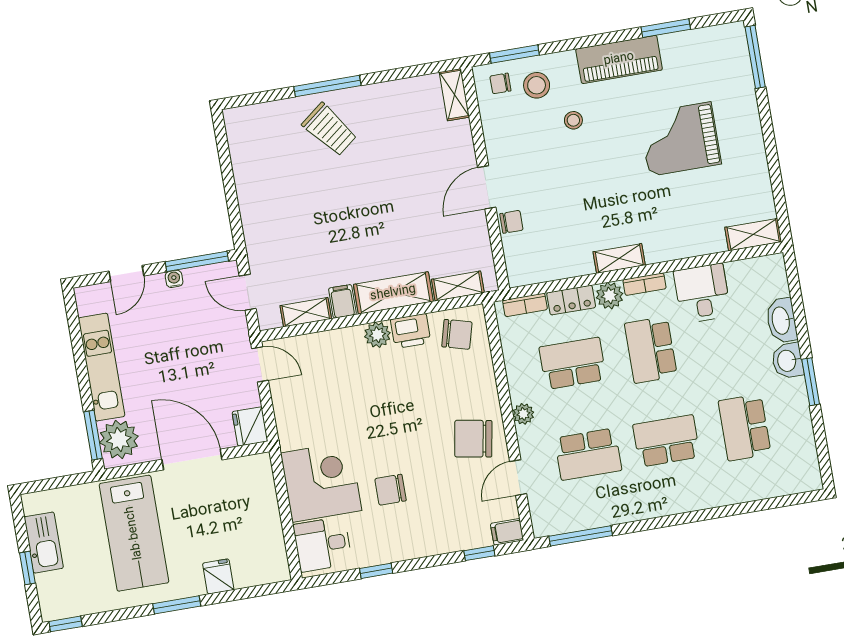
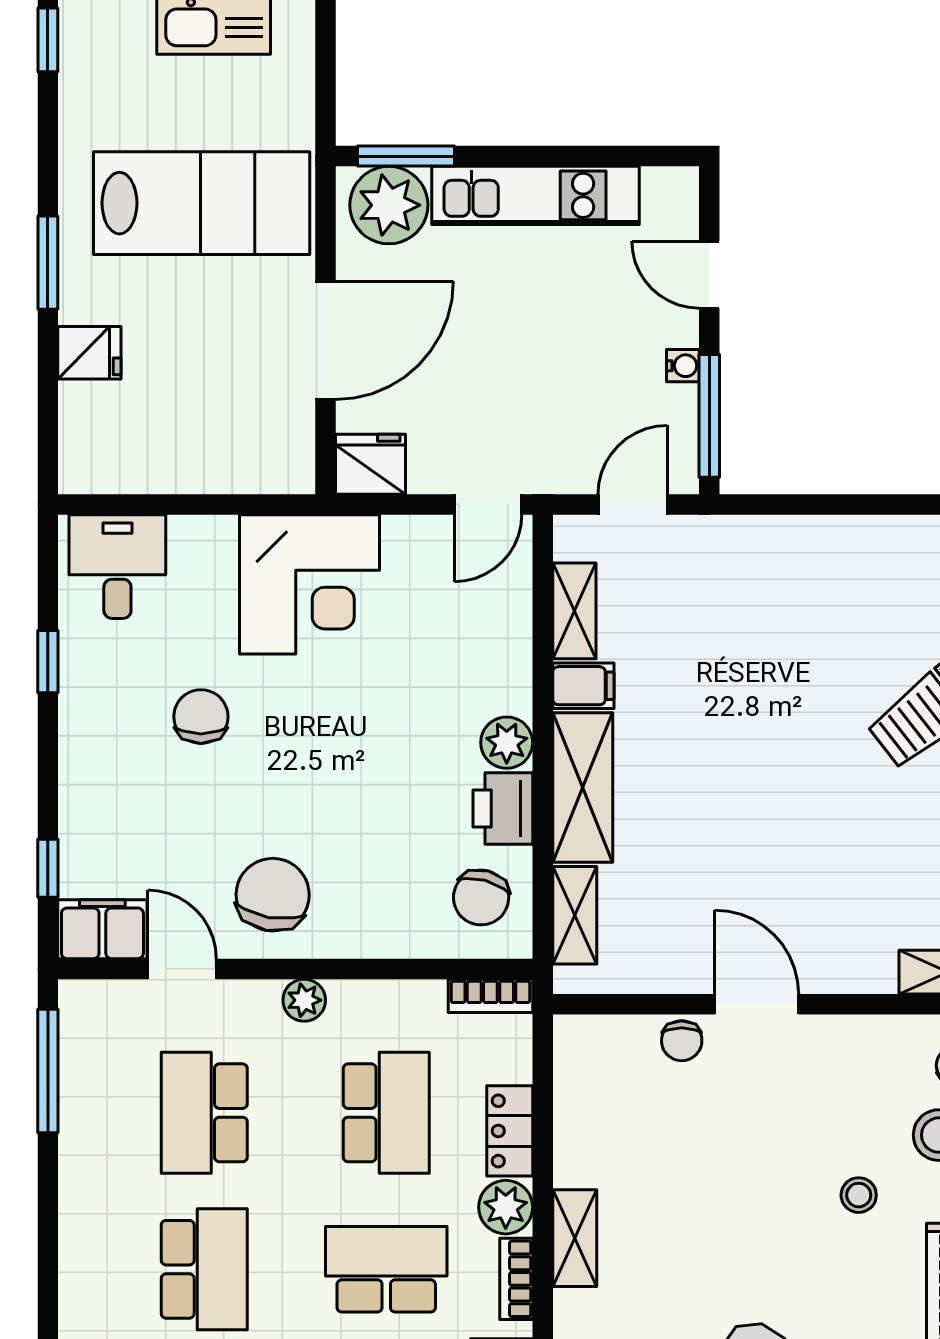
bookcase: (525, 305) -> (490, 996), moved, turned -90
corner desk: (321, 482) -> (309, 584), moved
filing cabinet: (507, 532) -> (102, 929), width x2.00
lab bench: (134, 533) -> (202, 203), turned 180

